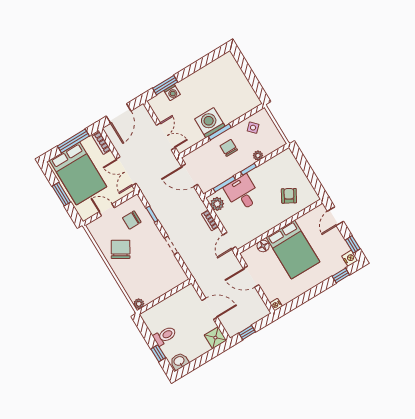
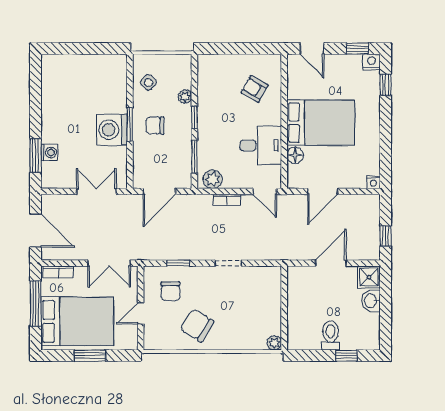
desk: (242, 193) -> (261, 145), moved, turned 180
washbasin: (179, 361) -> (371, 301), moved

